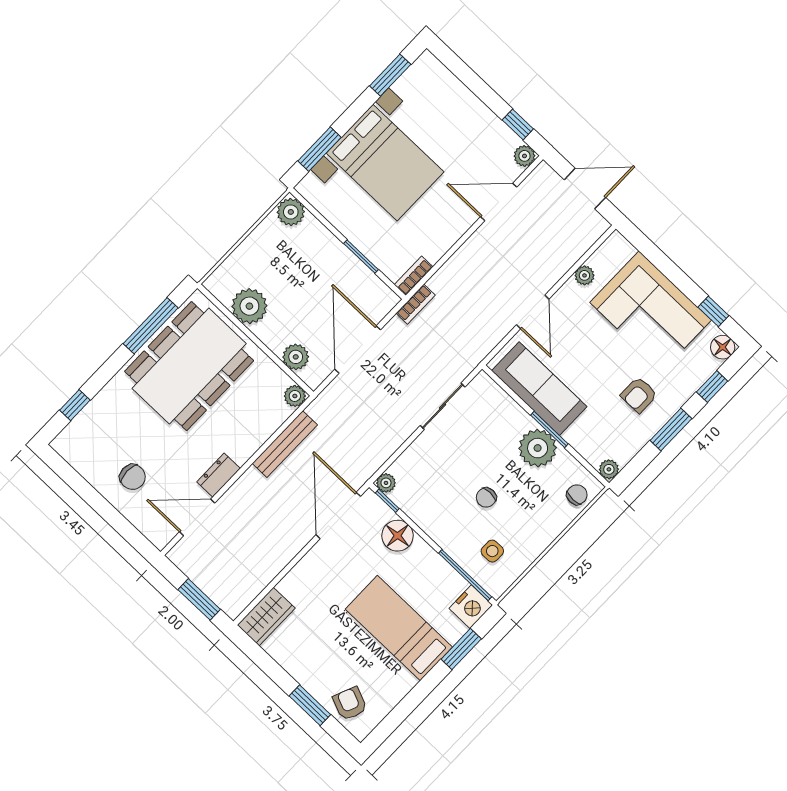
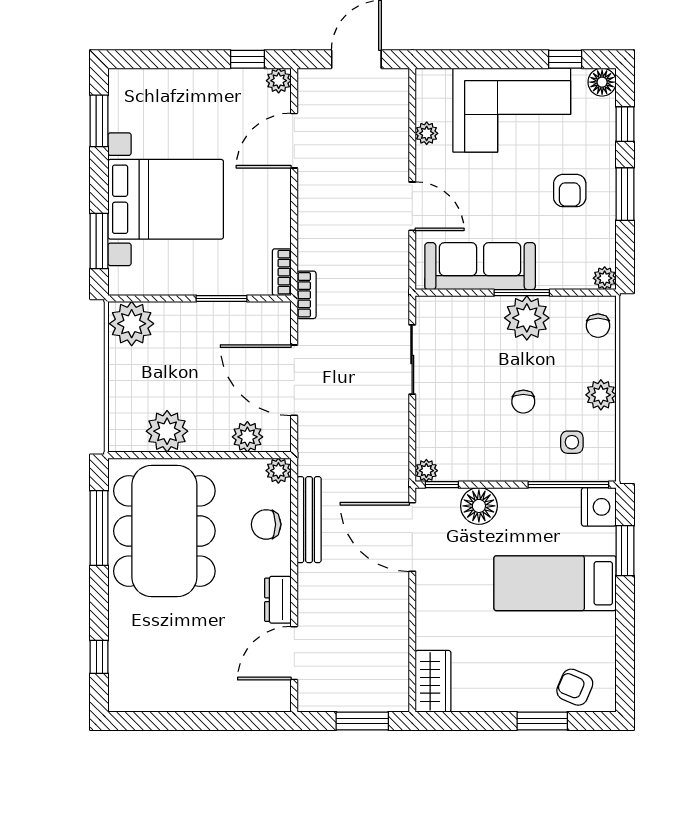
plant: (291, 212) -> (132, 324), width x1.36, depth x1.36
chair: (133, 477) -> (266, 524), moved, turned 180
chair: (577, 495) -> (598, 326), turned 180
plant: (538, 539) -> (601, 395), added

